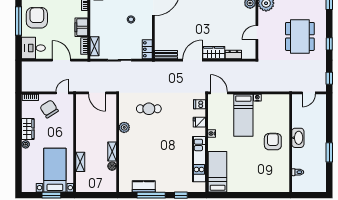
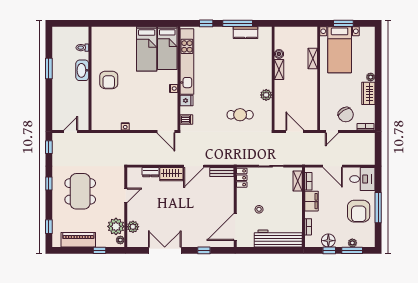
bed: (243, 115) -> (147, 49), moved, turned 180
washbasin: (298, 138) -> (82, 70), moved
kitchen unit: (199, 159) -> (187, 62), width x1.36

